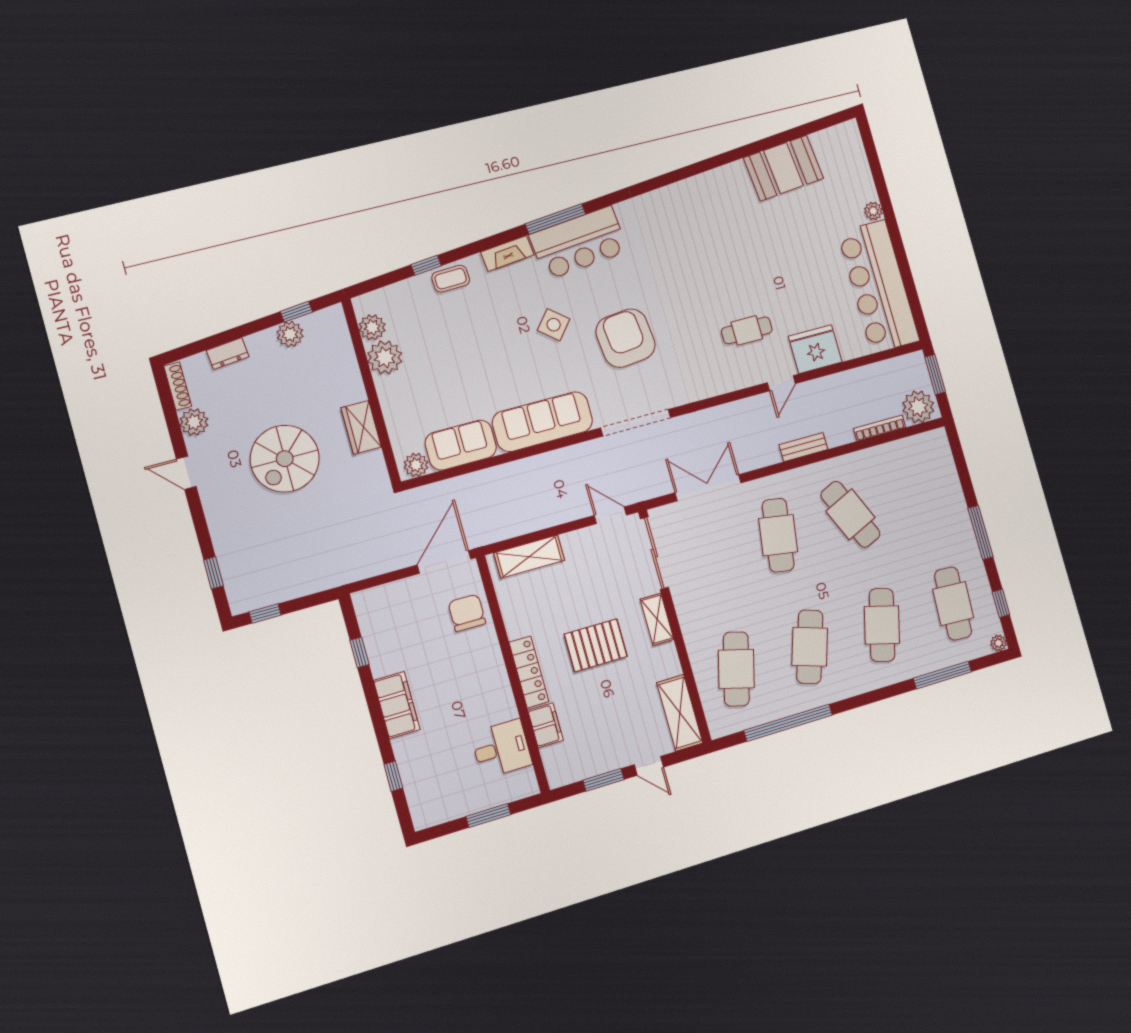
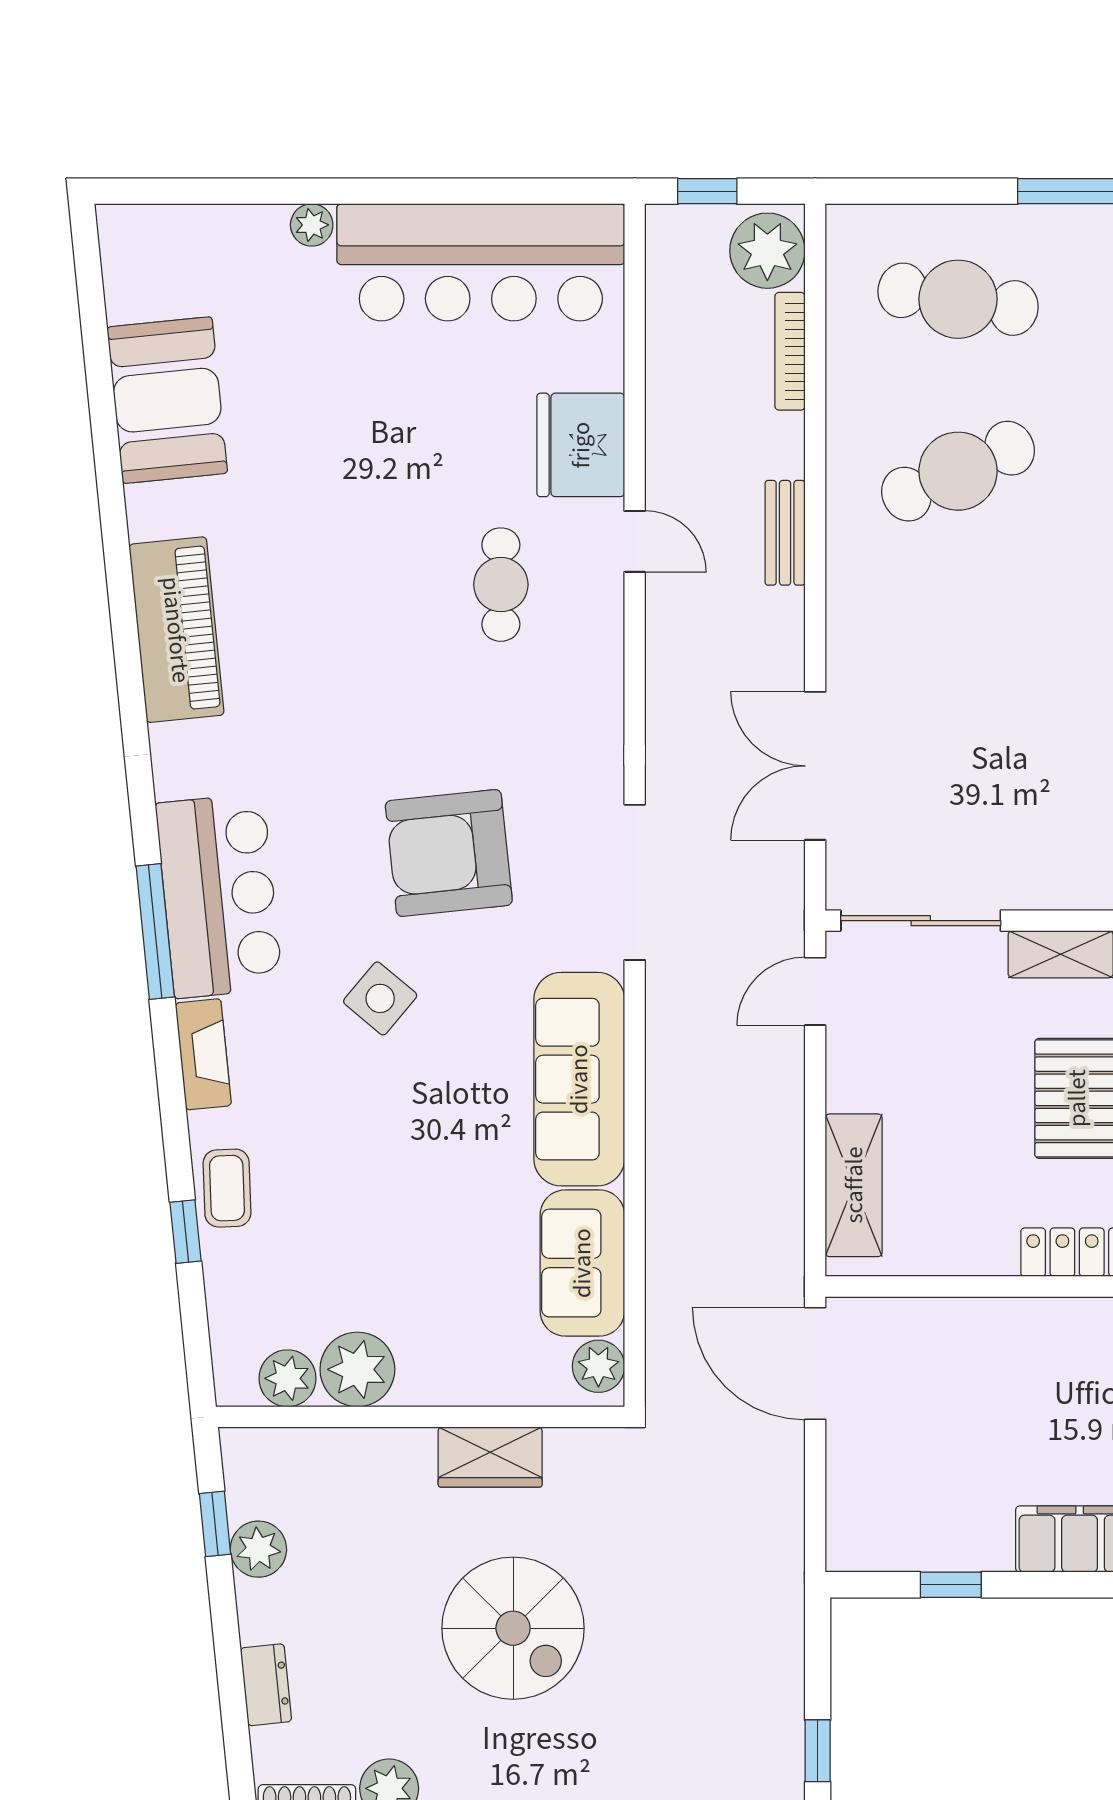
piano: (688, 196) -> (176, 630), added
window: (935, 375) -> (707, 191), width x0.67
cafe table: (778, 535) -> (958, 299), moved
chair: (467, 613) -> (933, 1346), removed

